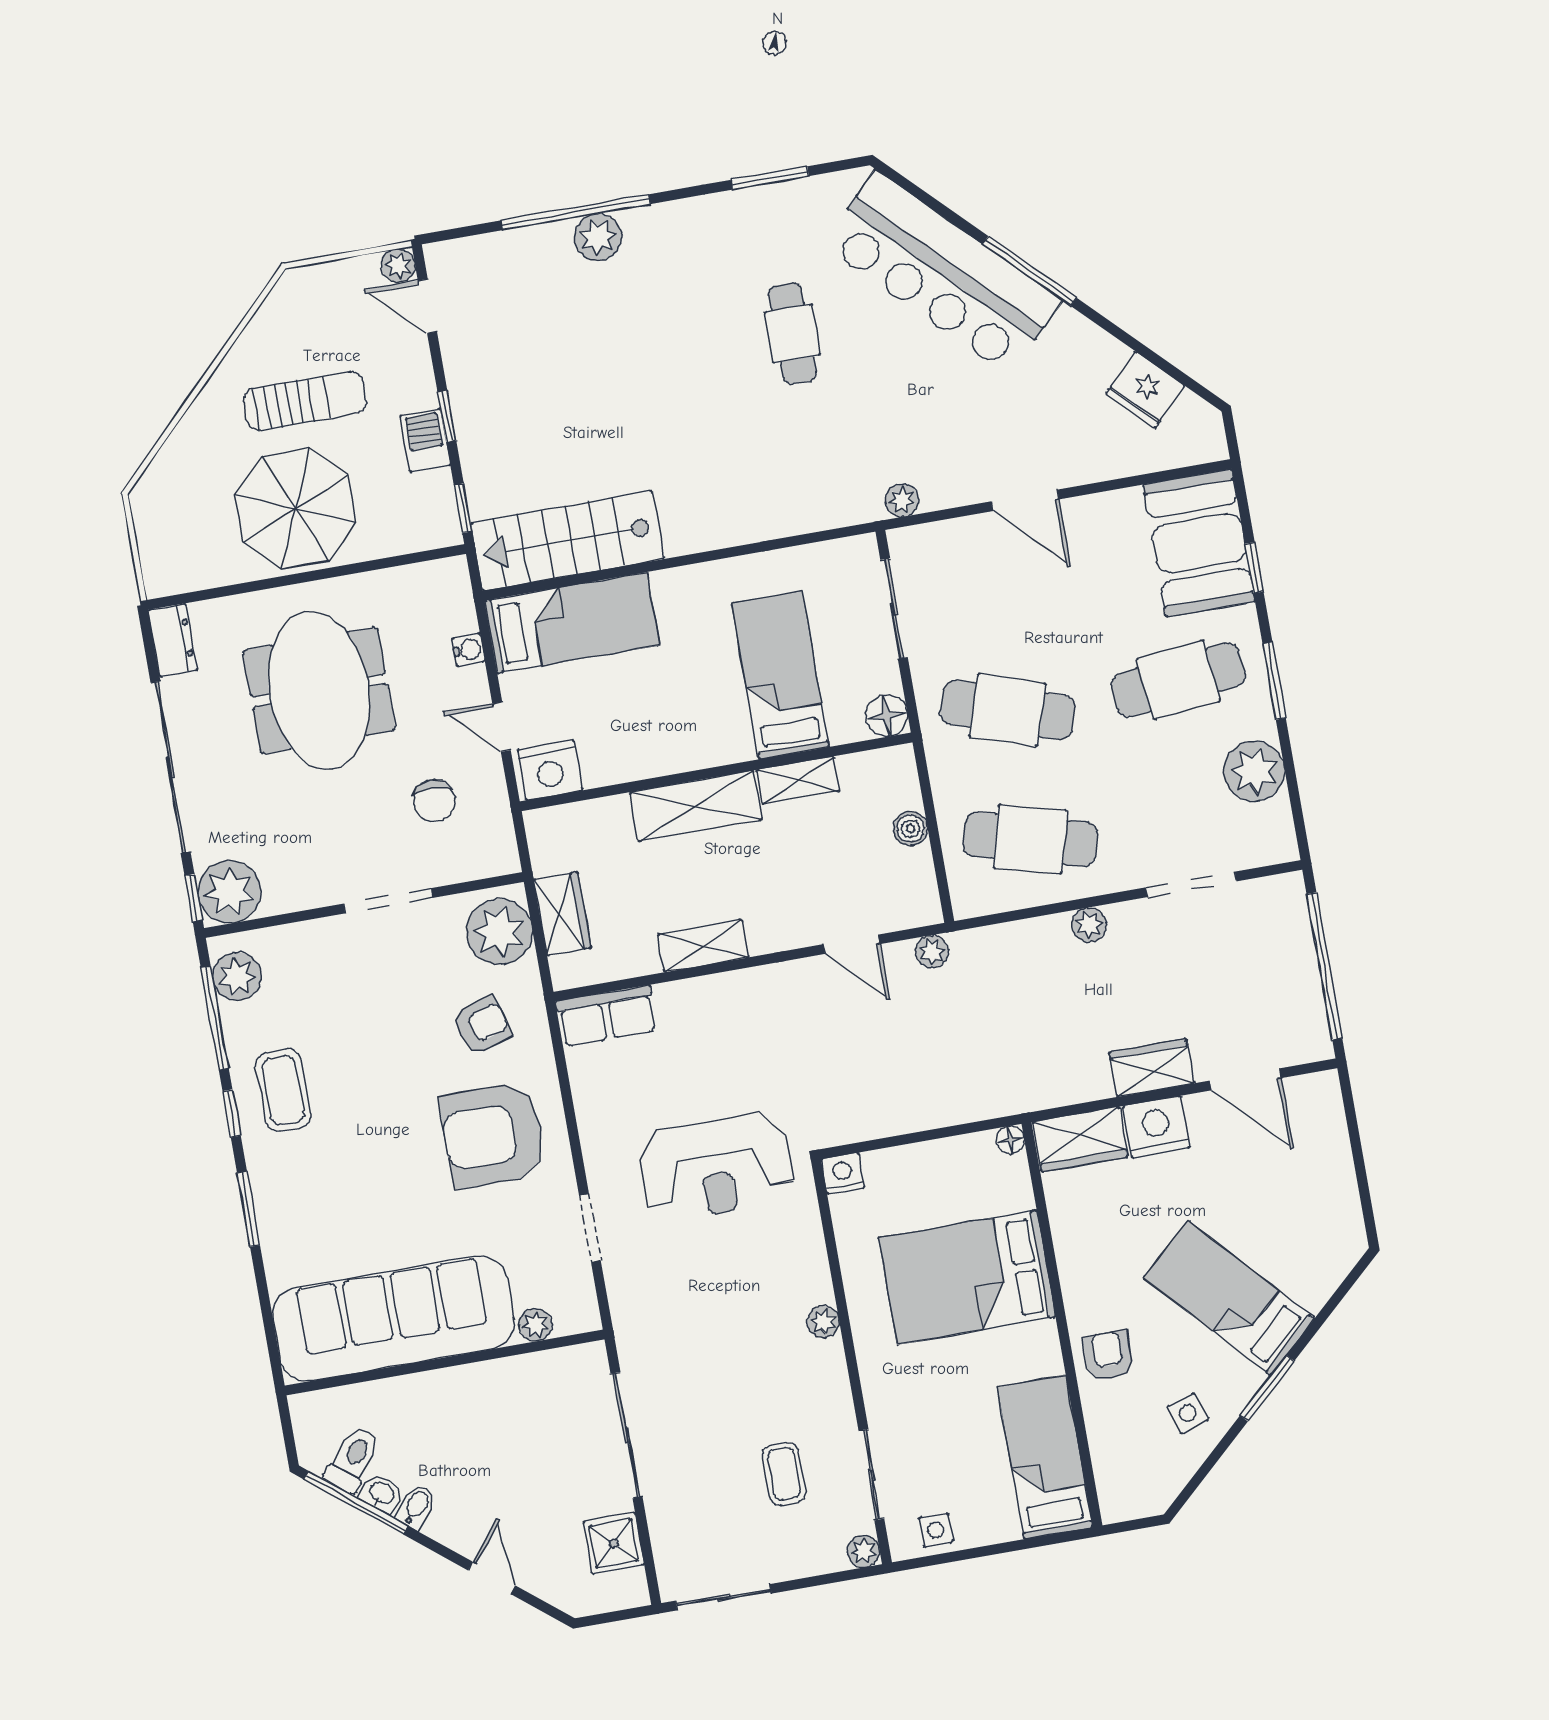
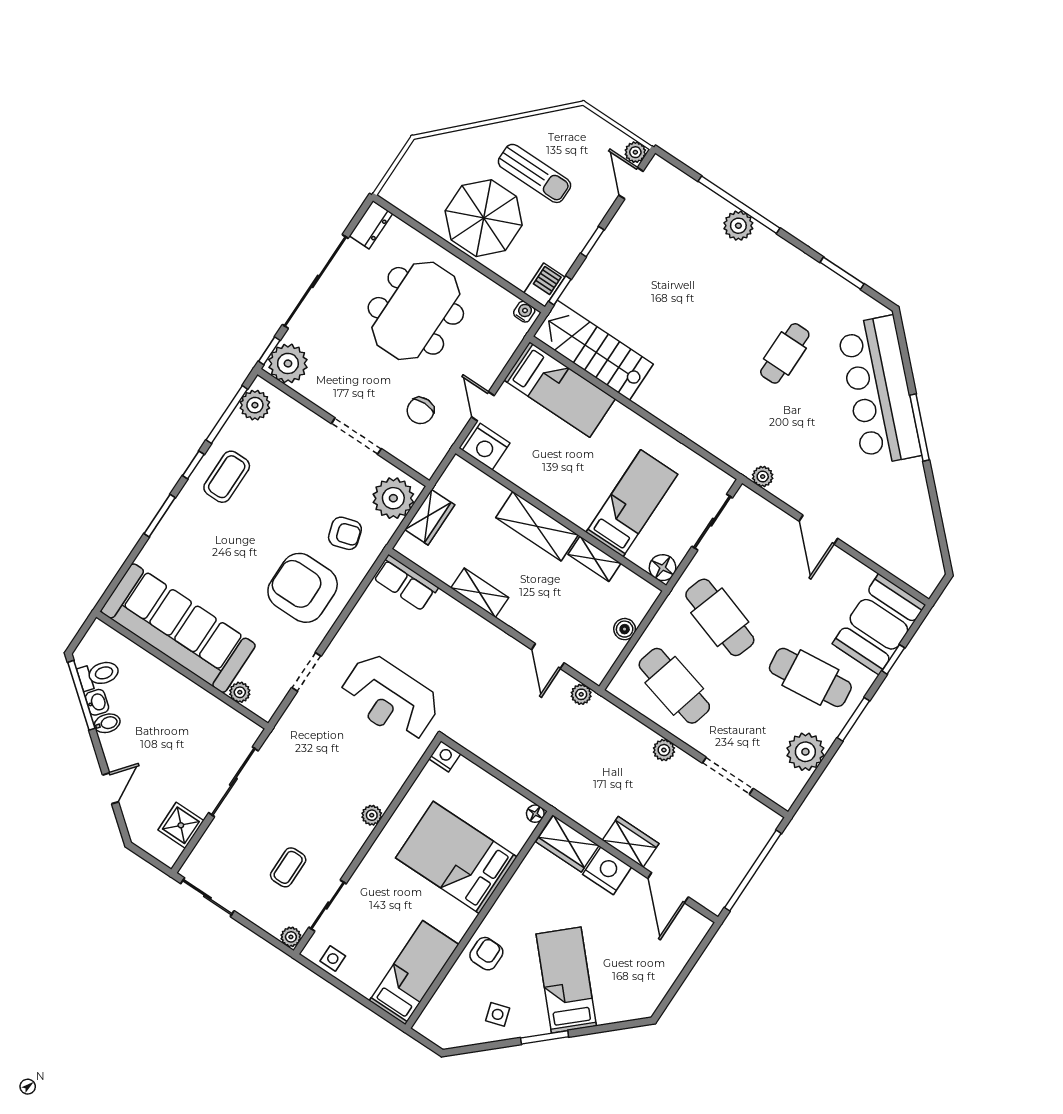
fridge: (1145, 390) -> (921, 531), removed
barbecue: (425, 440) -> (544, 285), moved
water cooler: (468, 650) -> (524, 312), moved, turned -90

